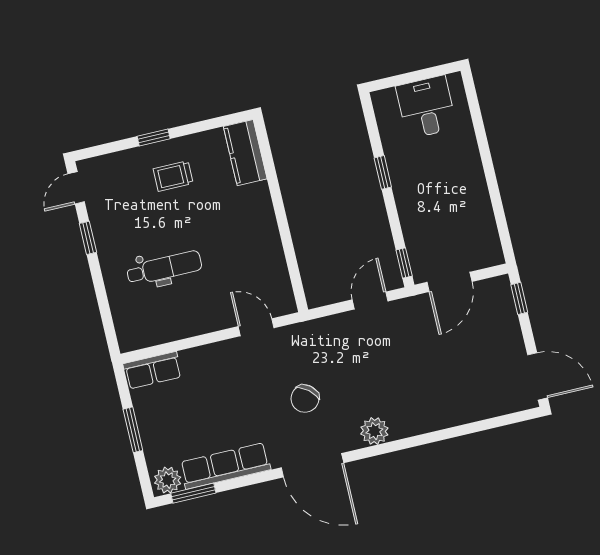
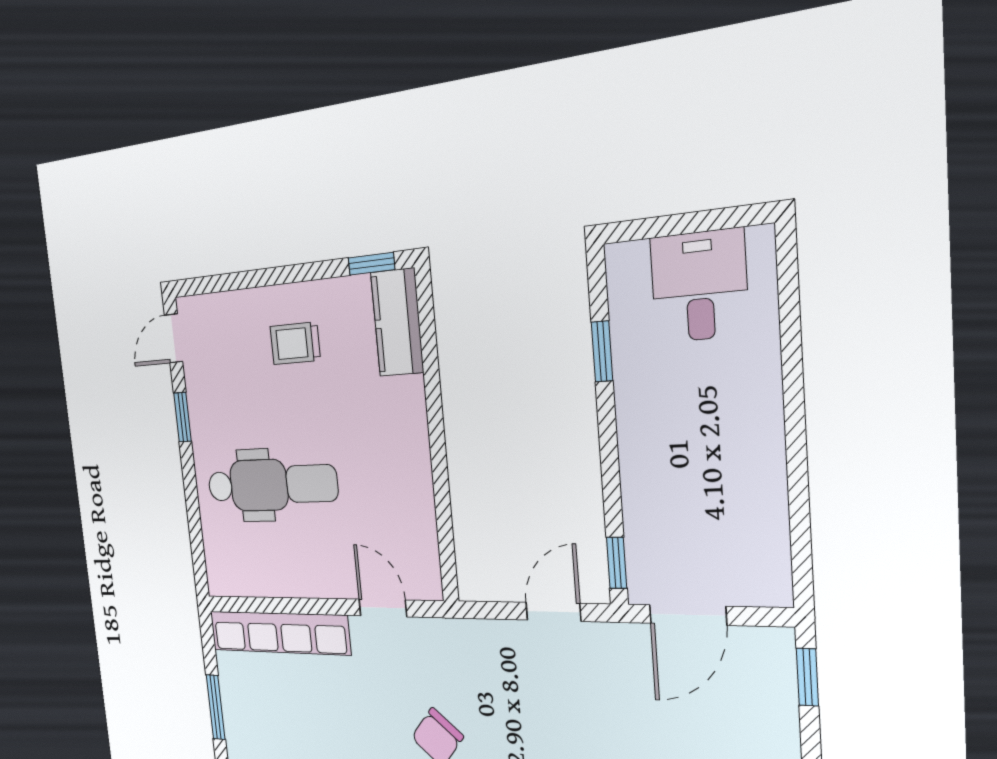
window: (154, 138) -> (371, 264), moved
window: (383, 172) -> (602, 351), moved
dental chair: (164, 268) -> (272, 485), width x1.36, depth x1.38
row of seats: (153, 370) -> (279, 633), width x2.02

